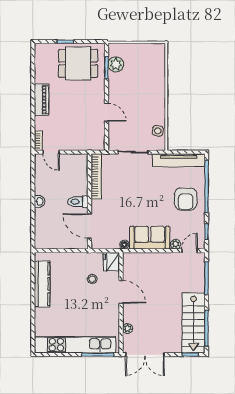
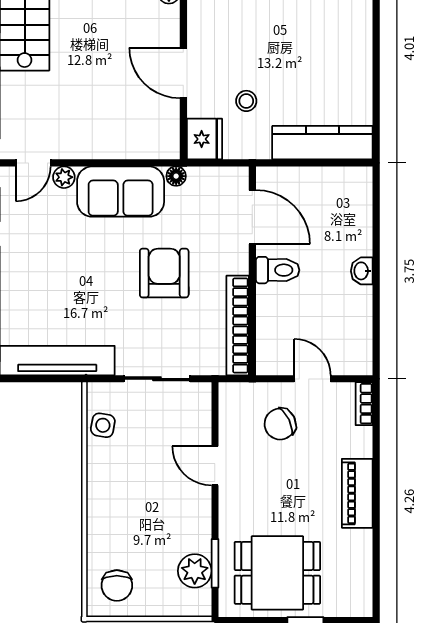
chair: (151, 58) -> (117, 585), added
chair: (77, 131) -> (280, 424), added
door: (51, 152) -> (312, 379), moved
armchair: (186, 199) -> (164, 273), moved
kitchen counter: (42, 284) -> (322, 143), moved, turned 90

